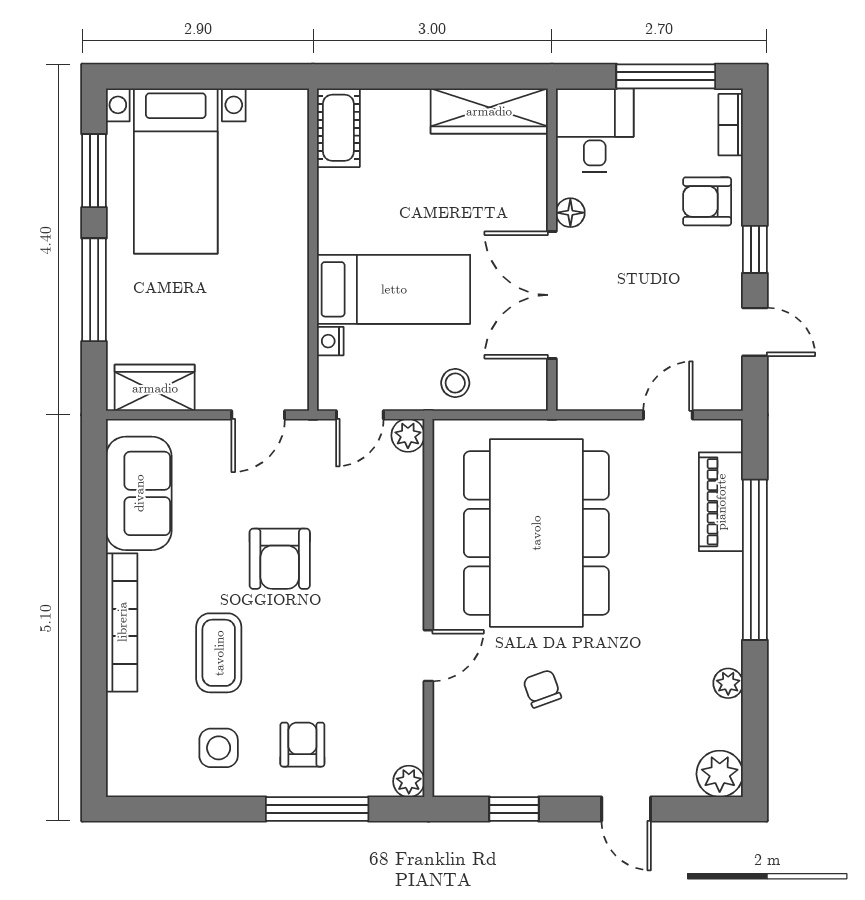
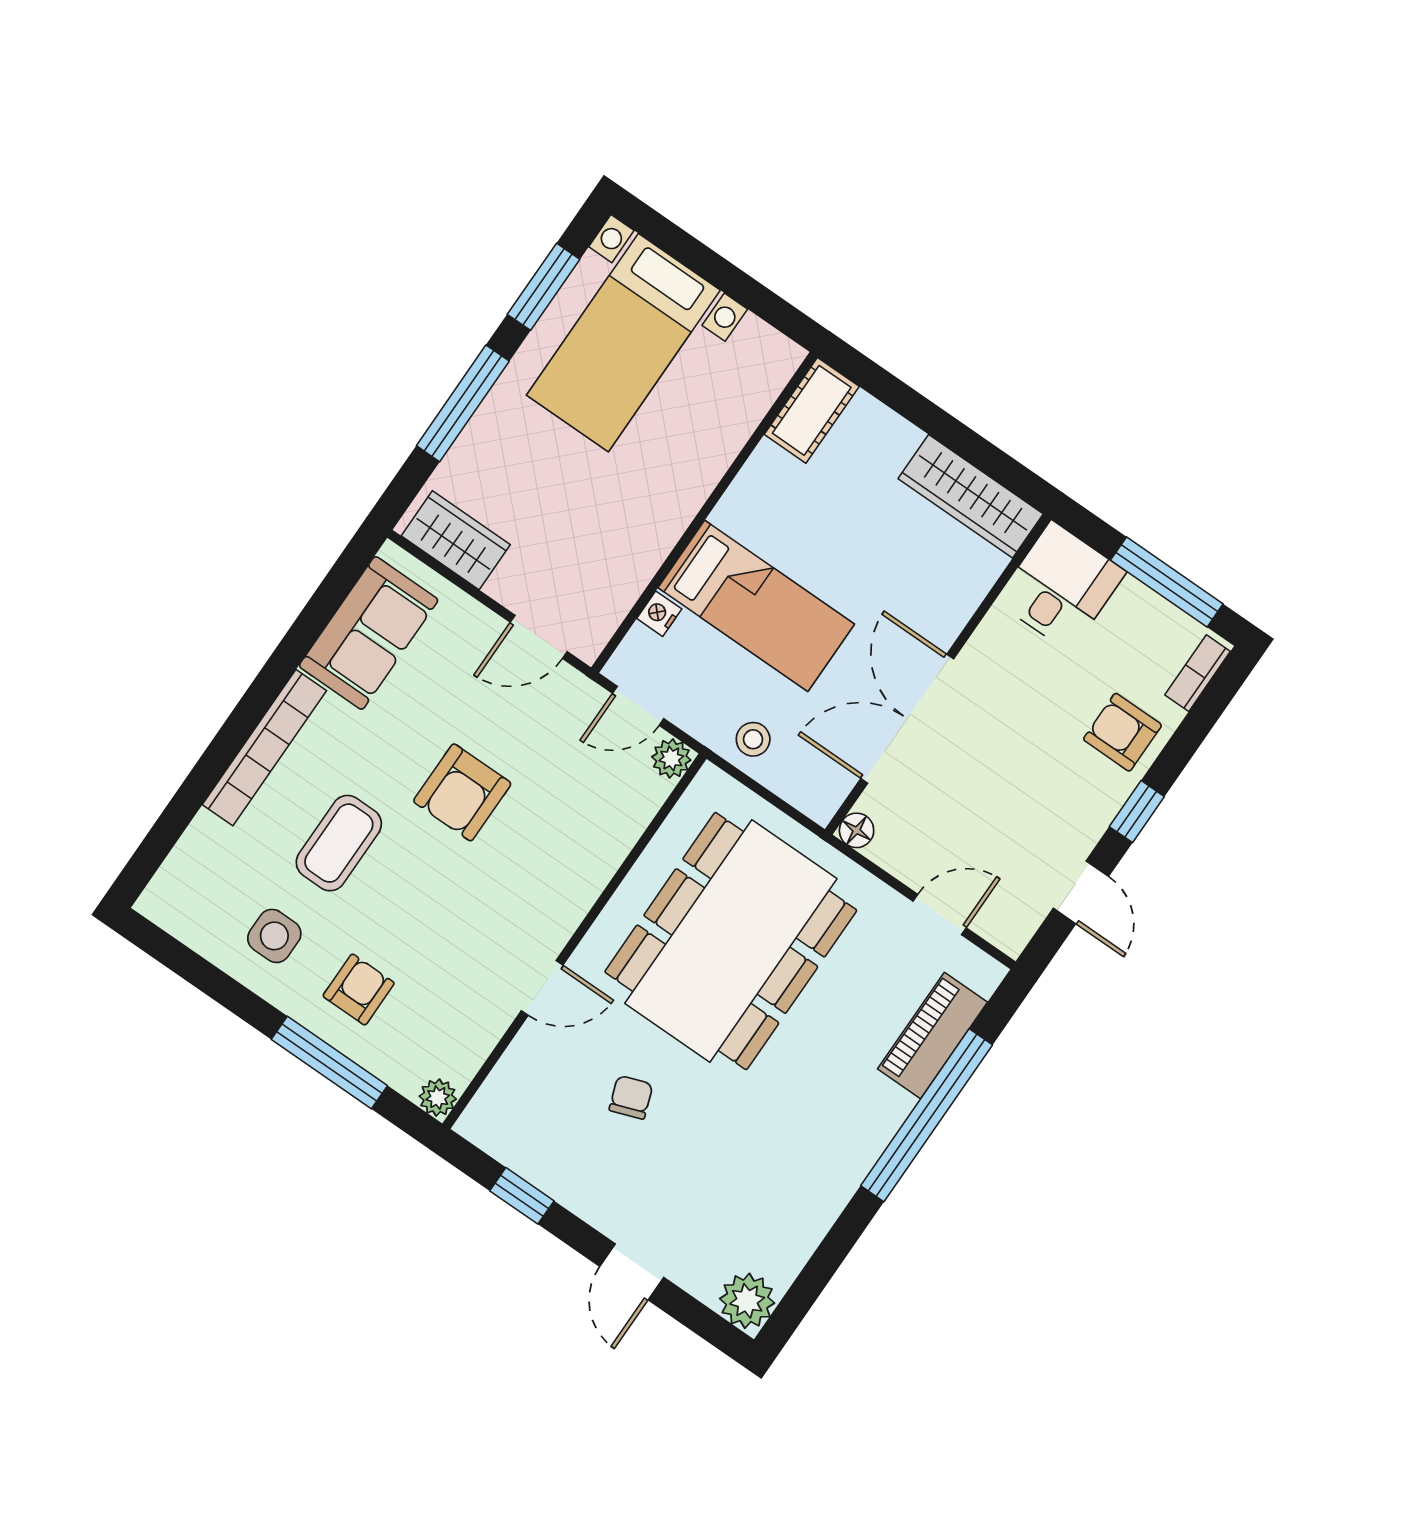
floor lamp: (570, 213) -> (857, 830), moved
plant: (728, 683) -> (817, 1218), removed

